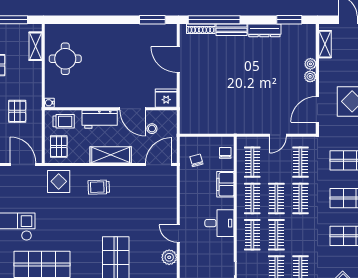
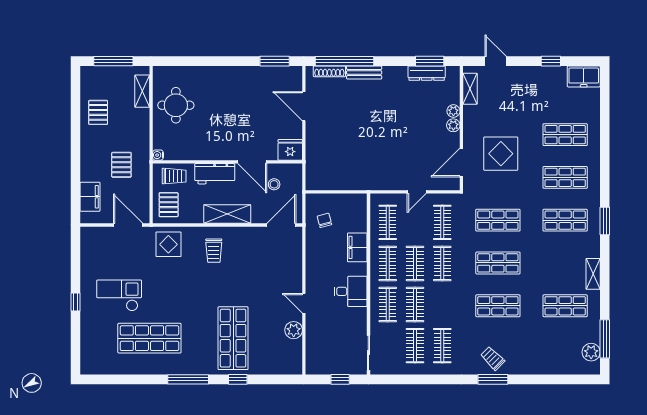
dresser: (264, 30) -> (427, 73), moved
chair: (225, 153) -> (357, 212), removed
trolley: (99, 187) -> (214, 251), turned -88

